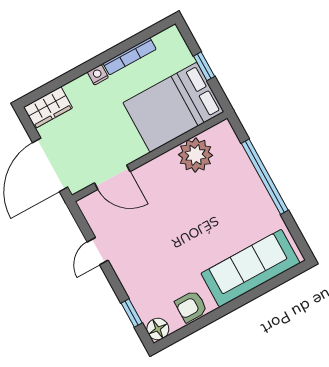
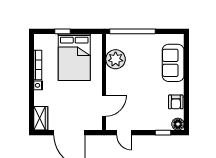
plant: (195, 155) -> (116, 59), moved
wall: (150, 157) -> (104, 82), moved
door: (112, 177) -> (104, 106), moved
sofa: (250, 268) -> (173, 63), width x0.73

